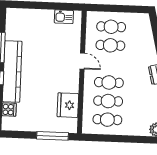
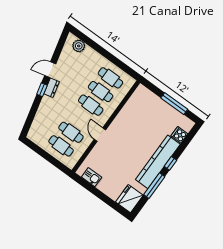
fridge: (68, 105) -> (129, 199), moved, turned 180
window: (53, 136) -> (174, 104), moved

